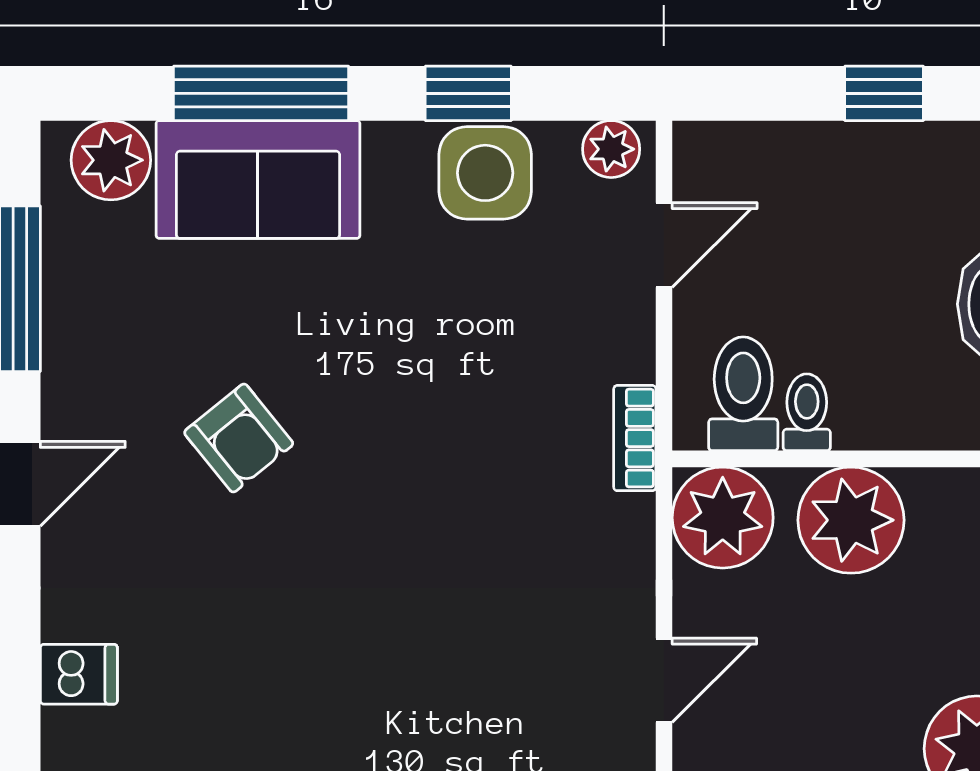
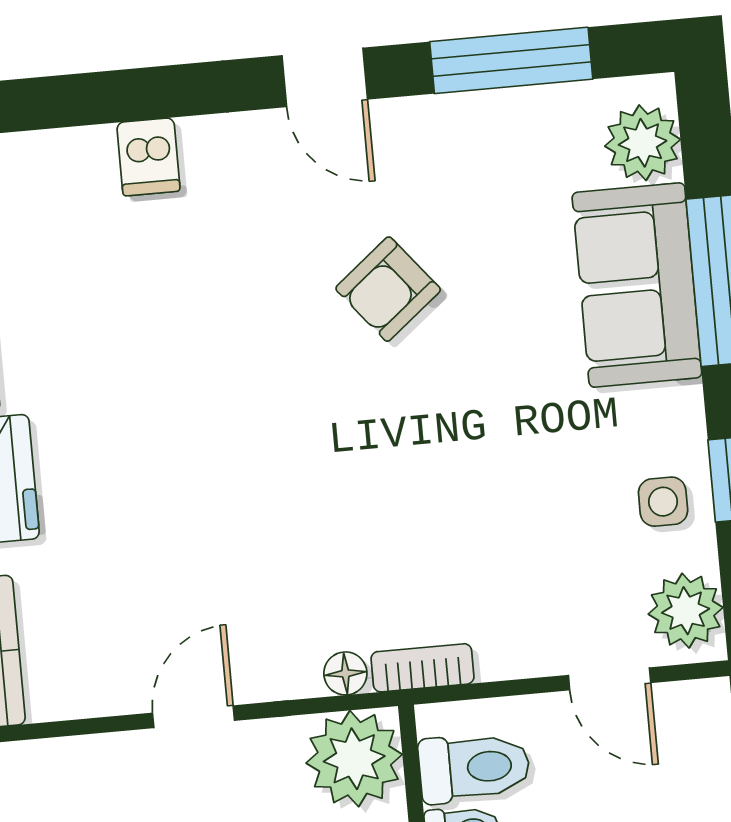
plant: (611, 149) -> (686, 611), width x1.38, depth x1.38
side table: (485, 173) -> (663, 502), width x0.54, depth x0.54
floor lamp: (633, 519) -> (345, 673), added
door: (664, 680) -> (193, 717), swing flipped

